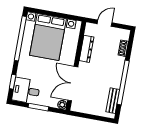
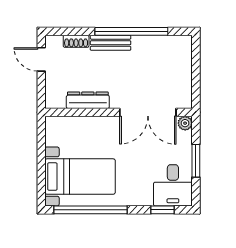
door: (105, 23) -> (41, 59), moved
bed with nightstands: (48, 37) -> (80, 177), width x0.73
bench: (113, 101) -> (111, 43), moved

